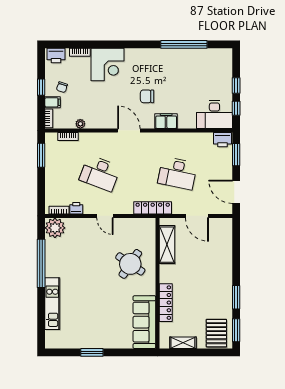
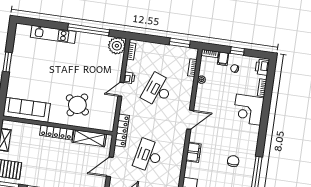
chair: (147, 96) -> (233, 161), moved
printer: (76, 208) -> (129, 78), moved
locker: (166, 303) -> (56, 132), moved

